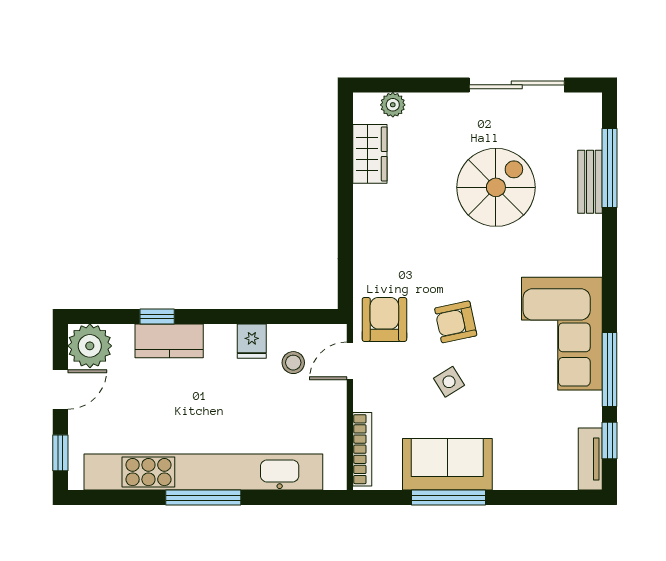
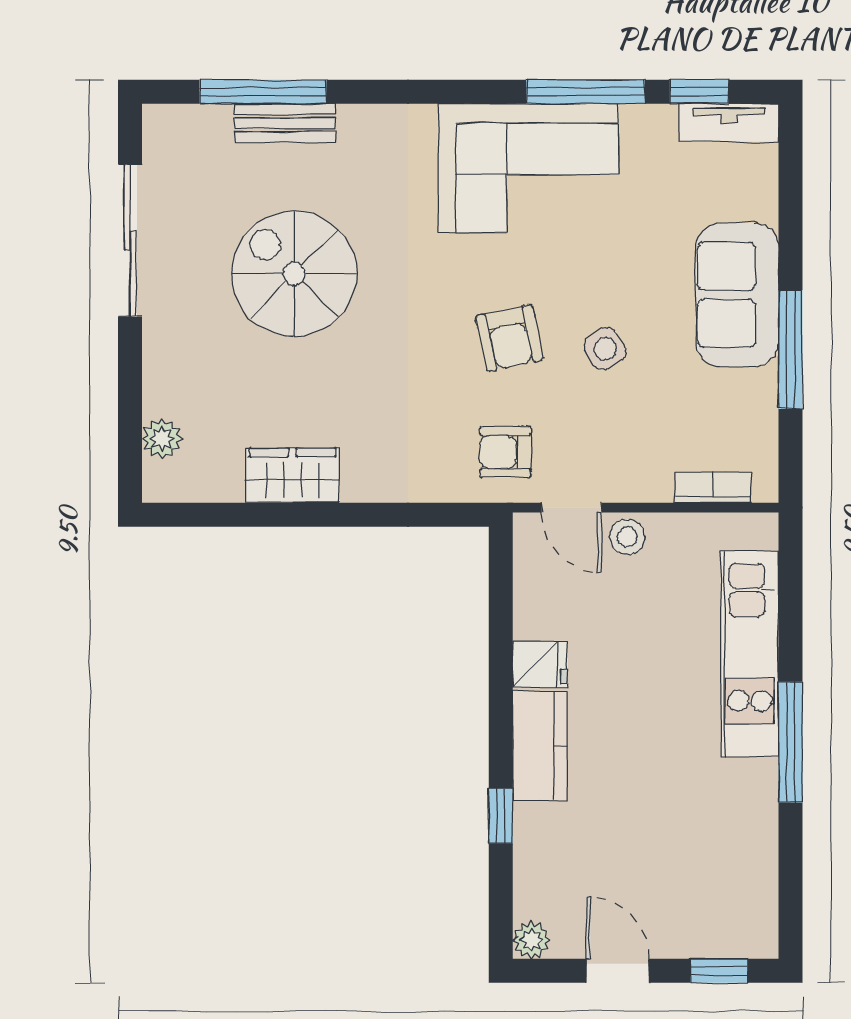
wardrobe: (370, 154) -> (293, 475), moved
armchair: (384, 319) -> (505, 452), width x0.72, depth x0.72
kitchen counter: (169, 341) -> (540, 746), moved
plant: (90, 346) -> (531, 940), width x0.53, depth x0.53
stool: (293, 363) -> (627, 537), moved
bookcase: (362, 449) -> (713, 488), width x0.64
sofa: (447, 464) -> (737, 295), moved
kitchen unit: (203, 472) -> (750, 654), width x0.54

